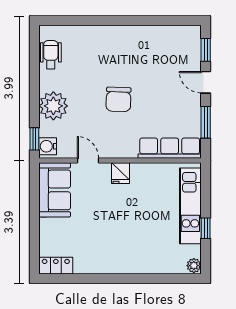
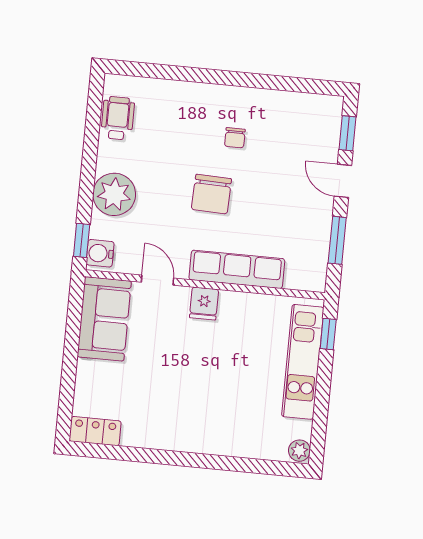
chair: (131, 60) -> (235, 138), added
row of seats: (170, 148) -> (237, 269), moved
window: (206, 228) -> (328, 334), moved

